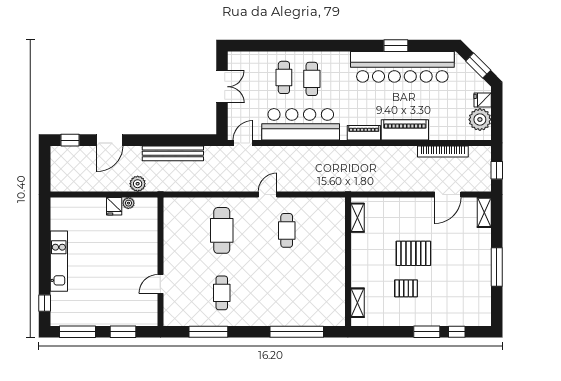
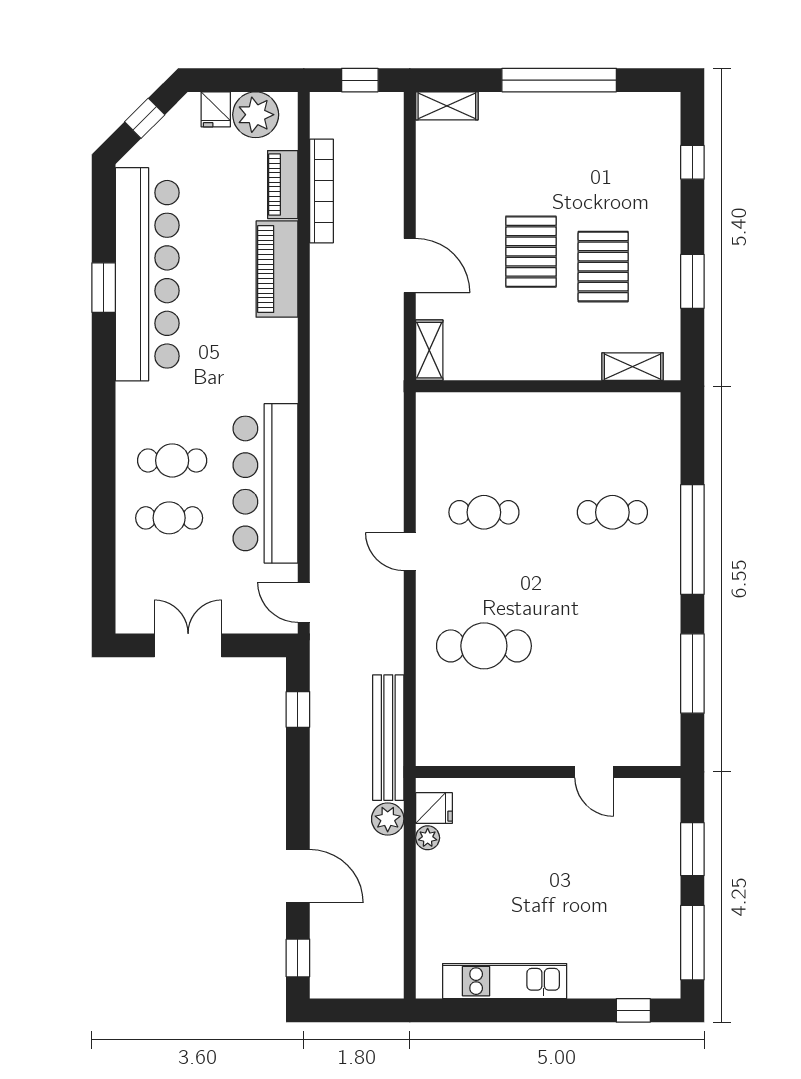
window: (478, 66) -> (145, 118), width x0.67
piano: (364, 133) -> (283, 185), moved
window: (191, 140) -> (298, 709), added
bench: (173, 153) -> (388, 738), moved
door: (448, 194) -> (410, 265), moved
fridge: (114, 206) -> (434, 808), moved
shelving: (357, 218) -> (429, 350), moved, turned 90
kitchen unit: (59, 261) -> (505, 981), moved
window: (497, 267) -> (559, 80), width x1.46
pallet: (406, 288) -> (603, 267), width x1.50, depth x1.42
cafe table: (222, 293) -> (612, 512), moved
window: (297, 332) -> (692, 539), moved
window: (427, 332) -> (692, 281), moved

